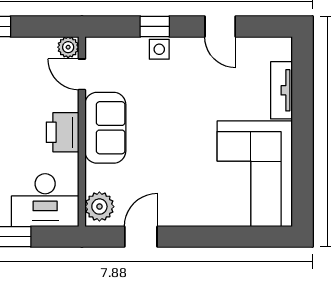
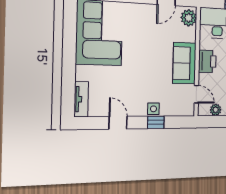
plant: (68, 47) -> (216, 110), moved
tv unit: (281, 90) -> (81, 99), moved

